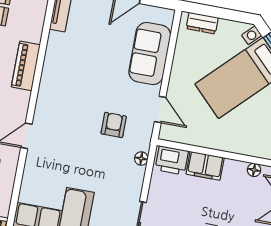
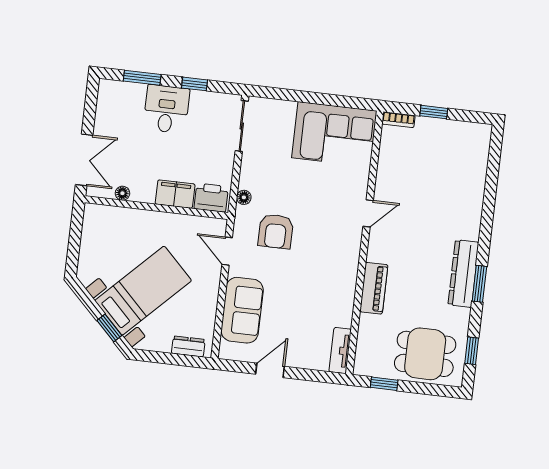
armchair: (114, 125) -> (276, 231), width x1.38, depth x1.38

